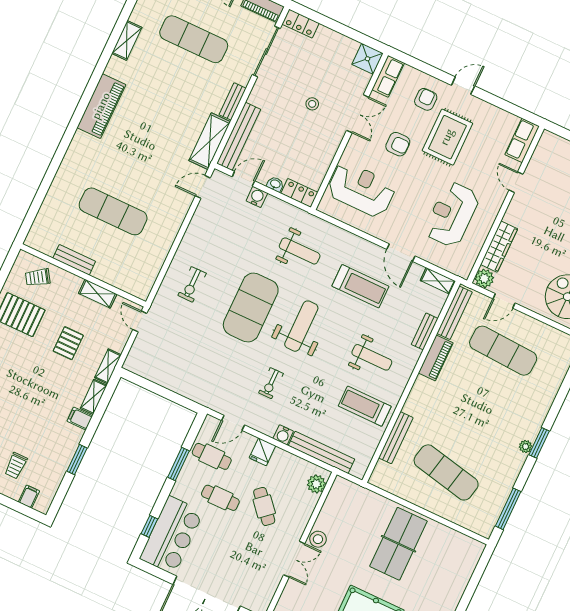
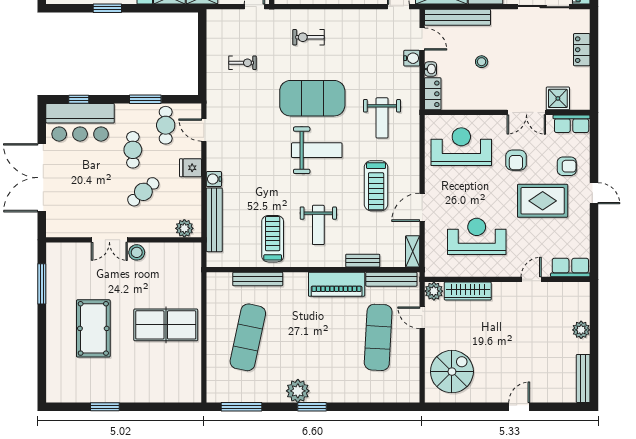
locker: (301, 24) -> (582, 50), moved
shower: (368, 59) -> (558, 98), moved
stool: (312, 104) -> (482, 62), moved
reception desk: (361, 189) -> (461, 147), turned -90
piano: (436, 358) -> (337, 284), width x1.37, depth x1.33
exercise bike: (271, 383) -> (243, 63), moved, turned 180
plant: (526, 447) -> (298, 391), width x1.88, depth x1.88

